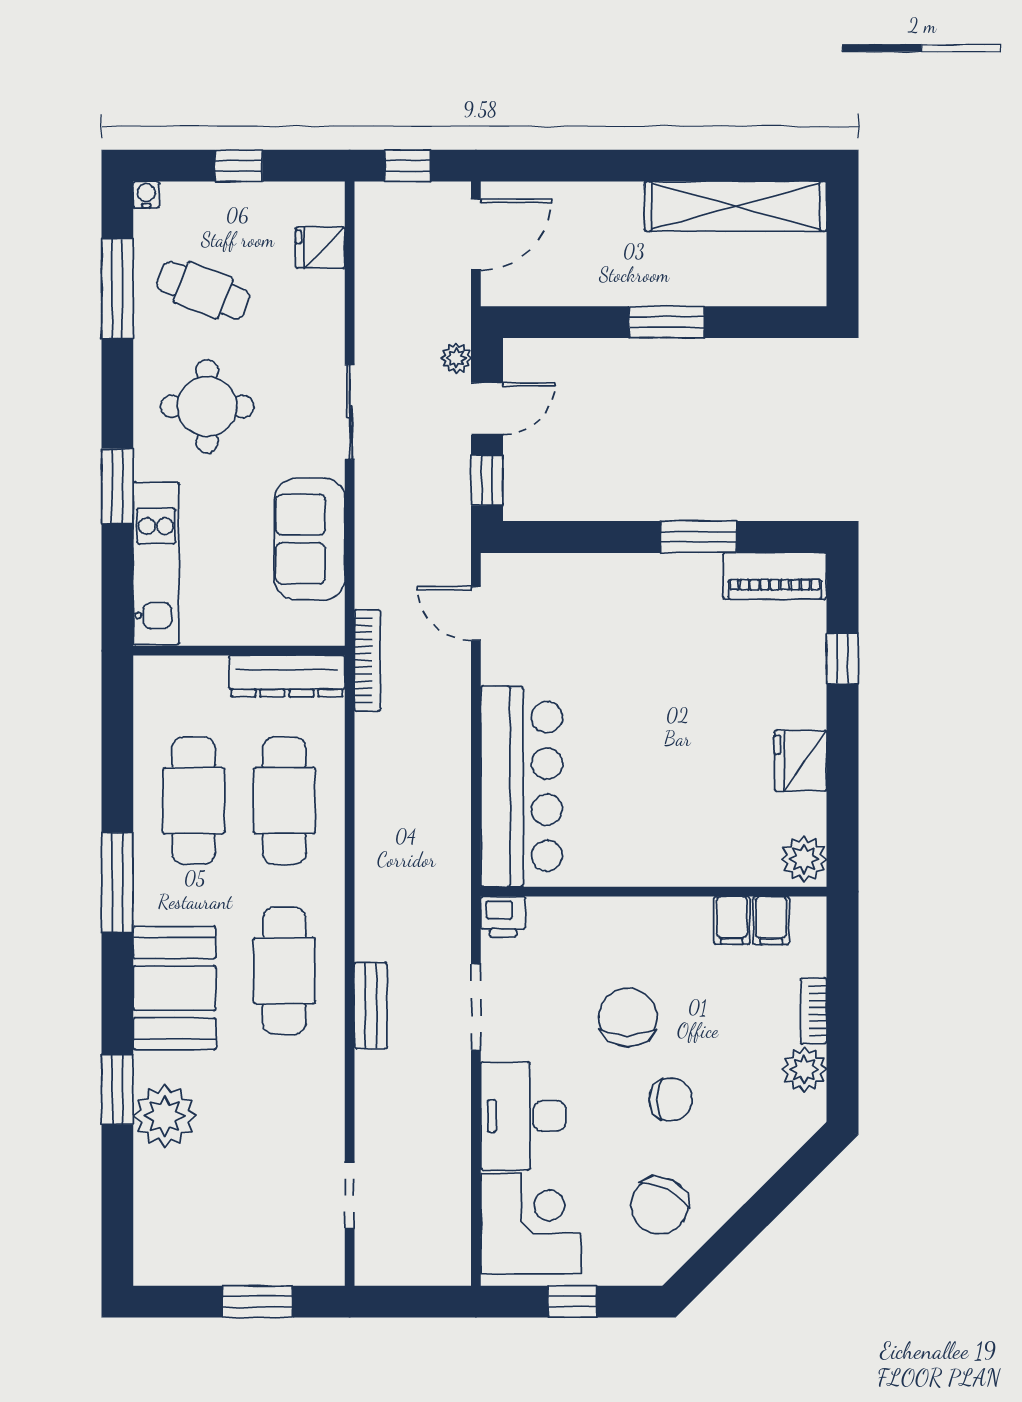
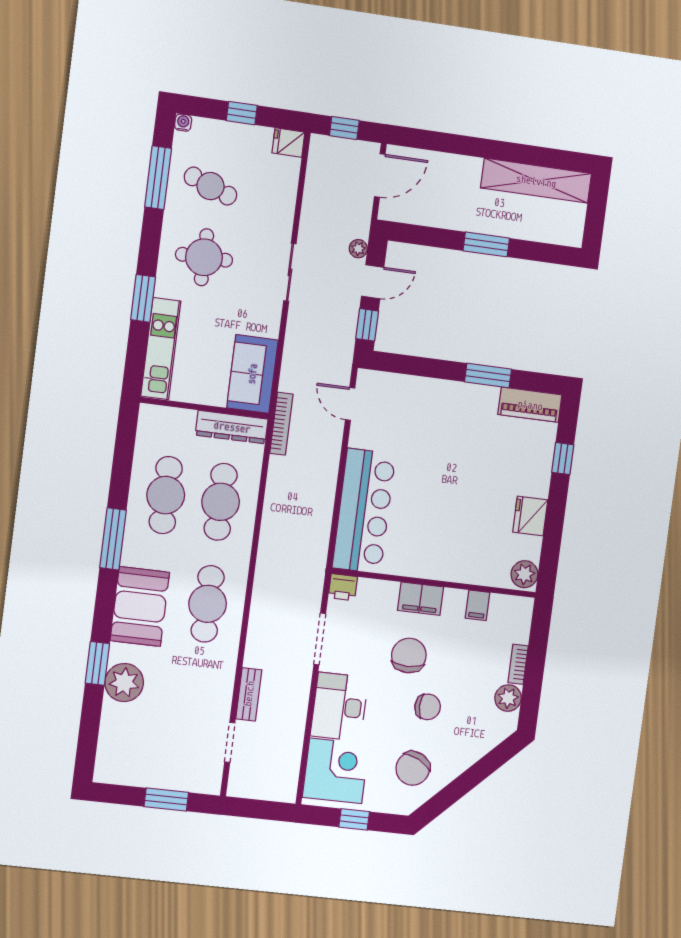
fridge: (320, 248) -> (288, 142), moved
sofa: (310, 539) -> (252, 374), moved
filing cabinet: (771, 920) -> (421, 599), moved, width x2.00
bench: (371, 1005) -> (249, 694), moved

